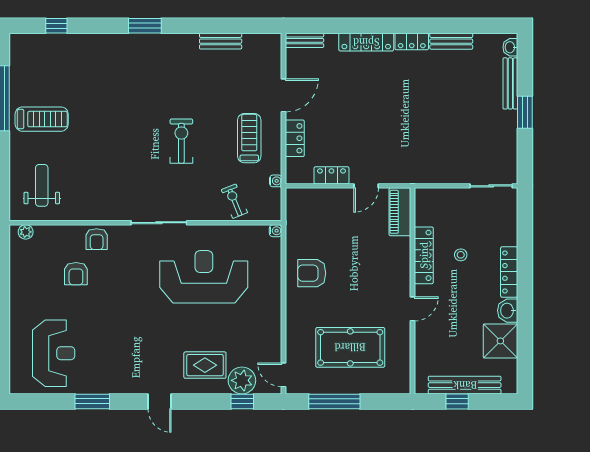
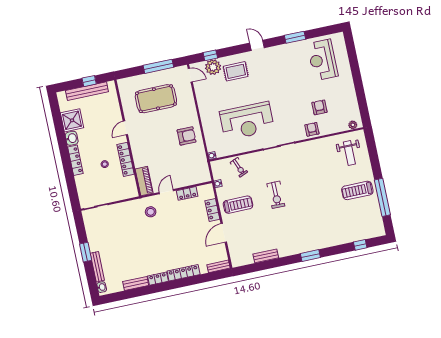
treadmill: (249, 138) -> (238, 205), turned -90
stool: (400, 157) -> (151, 212), added

